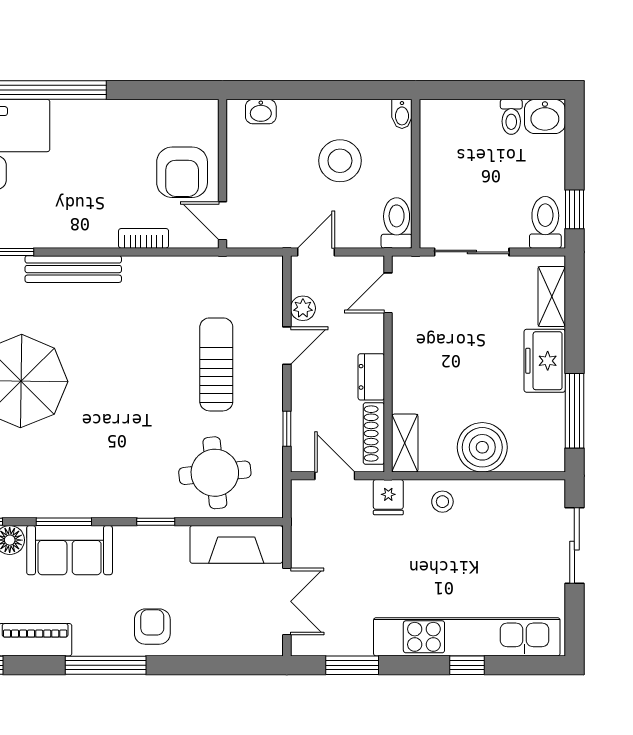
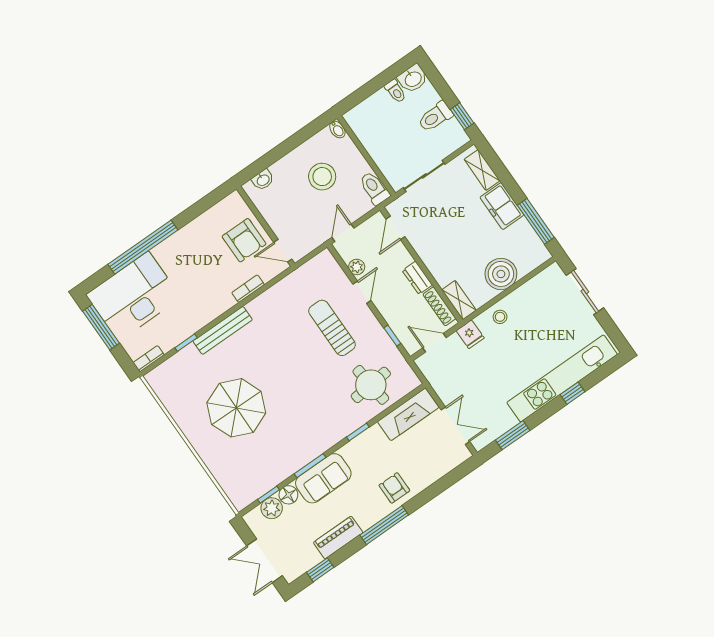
toilet: (545, 222) -> (435, 117), moved, turned -90

